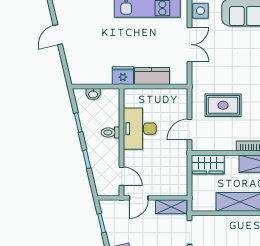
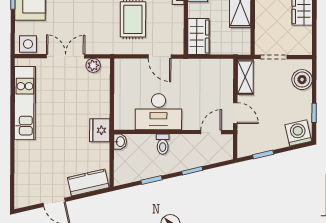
plant: (181, 70) -> (93, 65), added
kitchen counter: (152, 76) -> (88, 183), moved, turned 77
washbasin: (93, 94) -> (120, 142), moved

